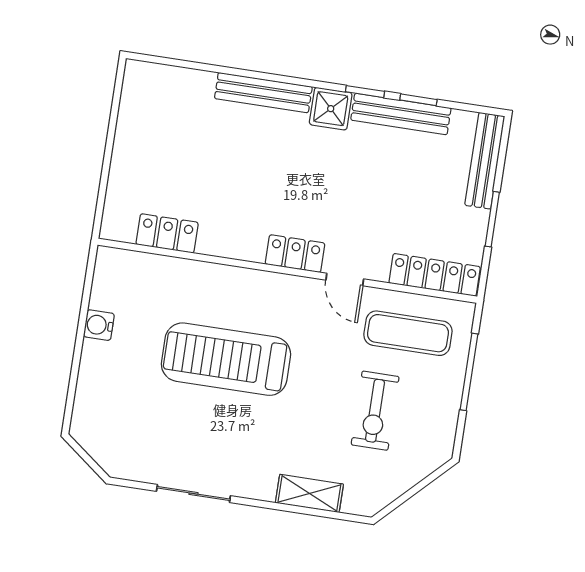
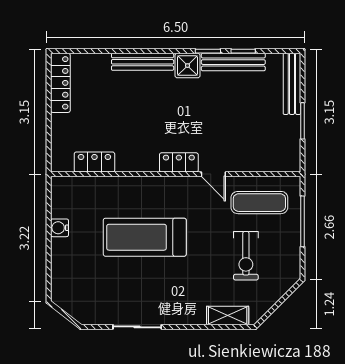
locker: (435, 275) -> (60, 83), moved, turned 90
shelving: (309, 493) -> (228, 316), moved

